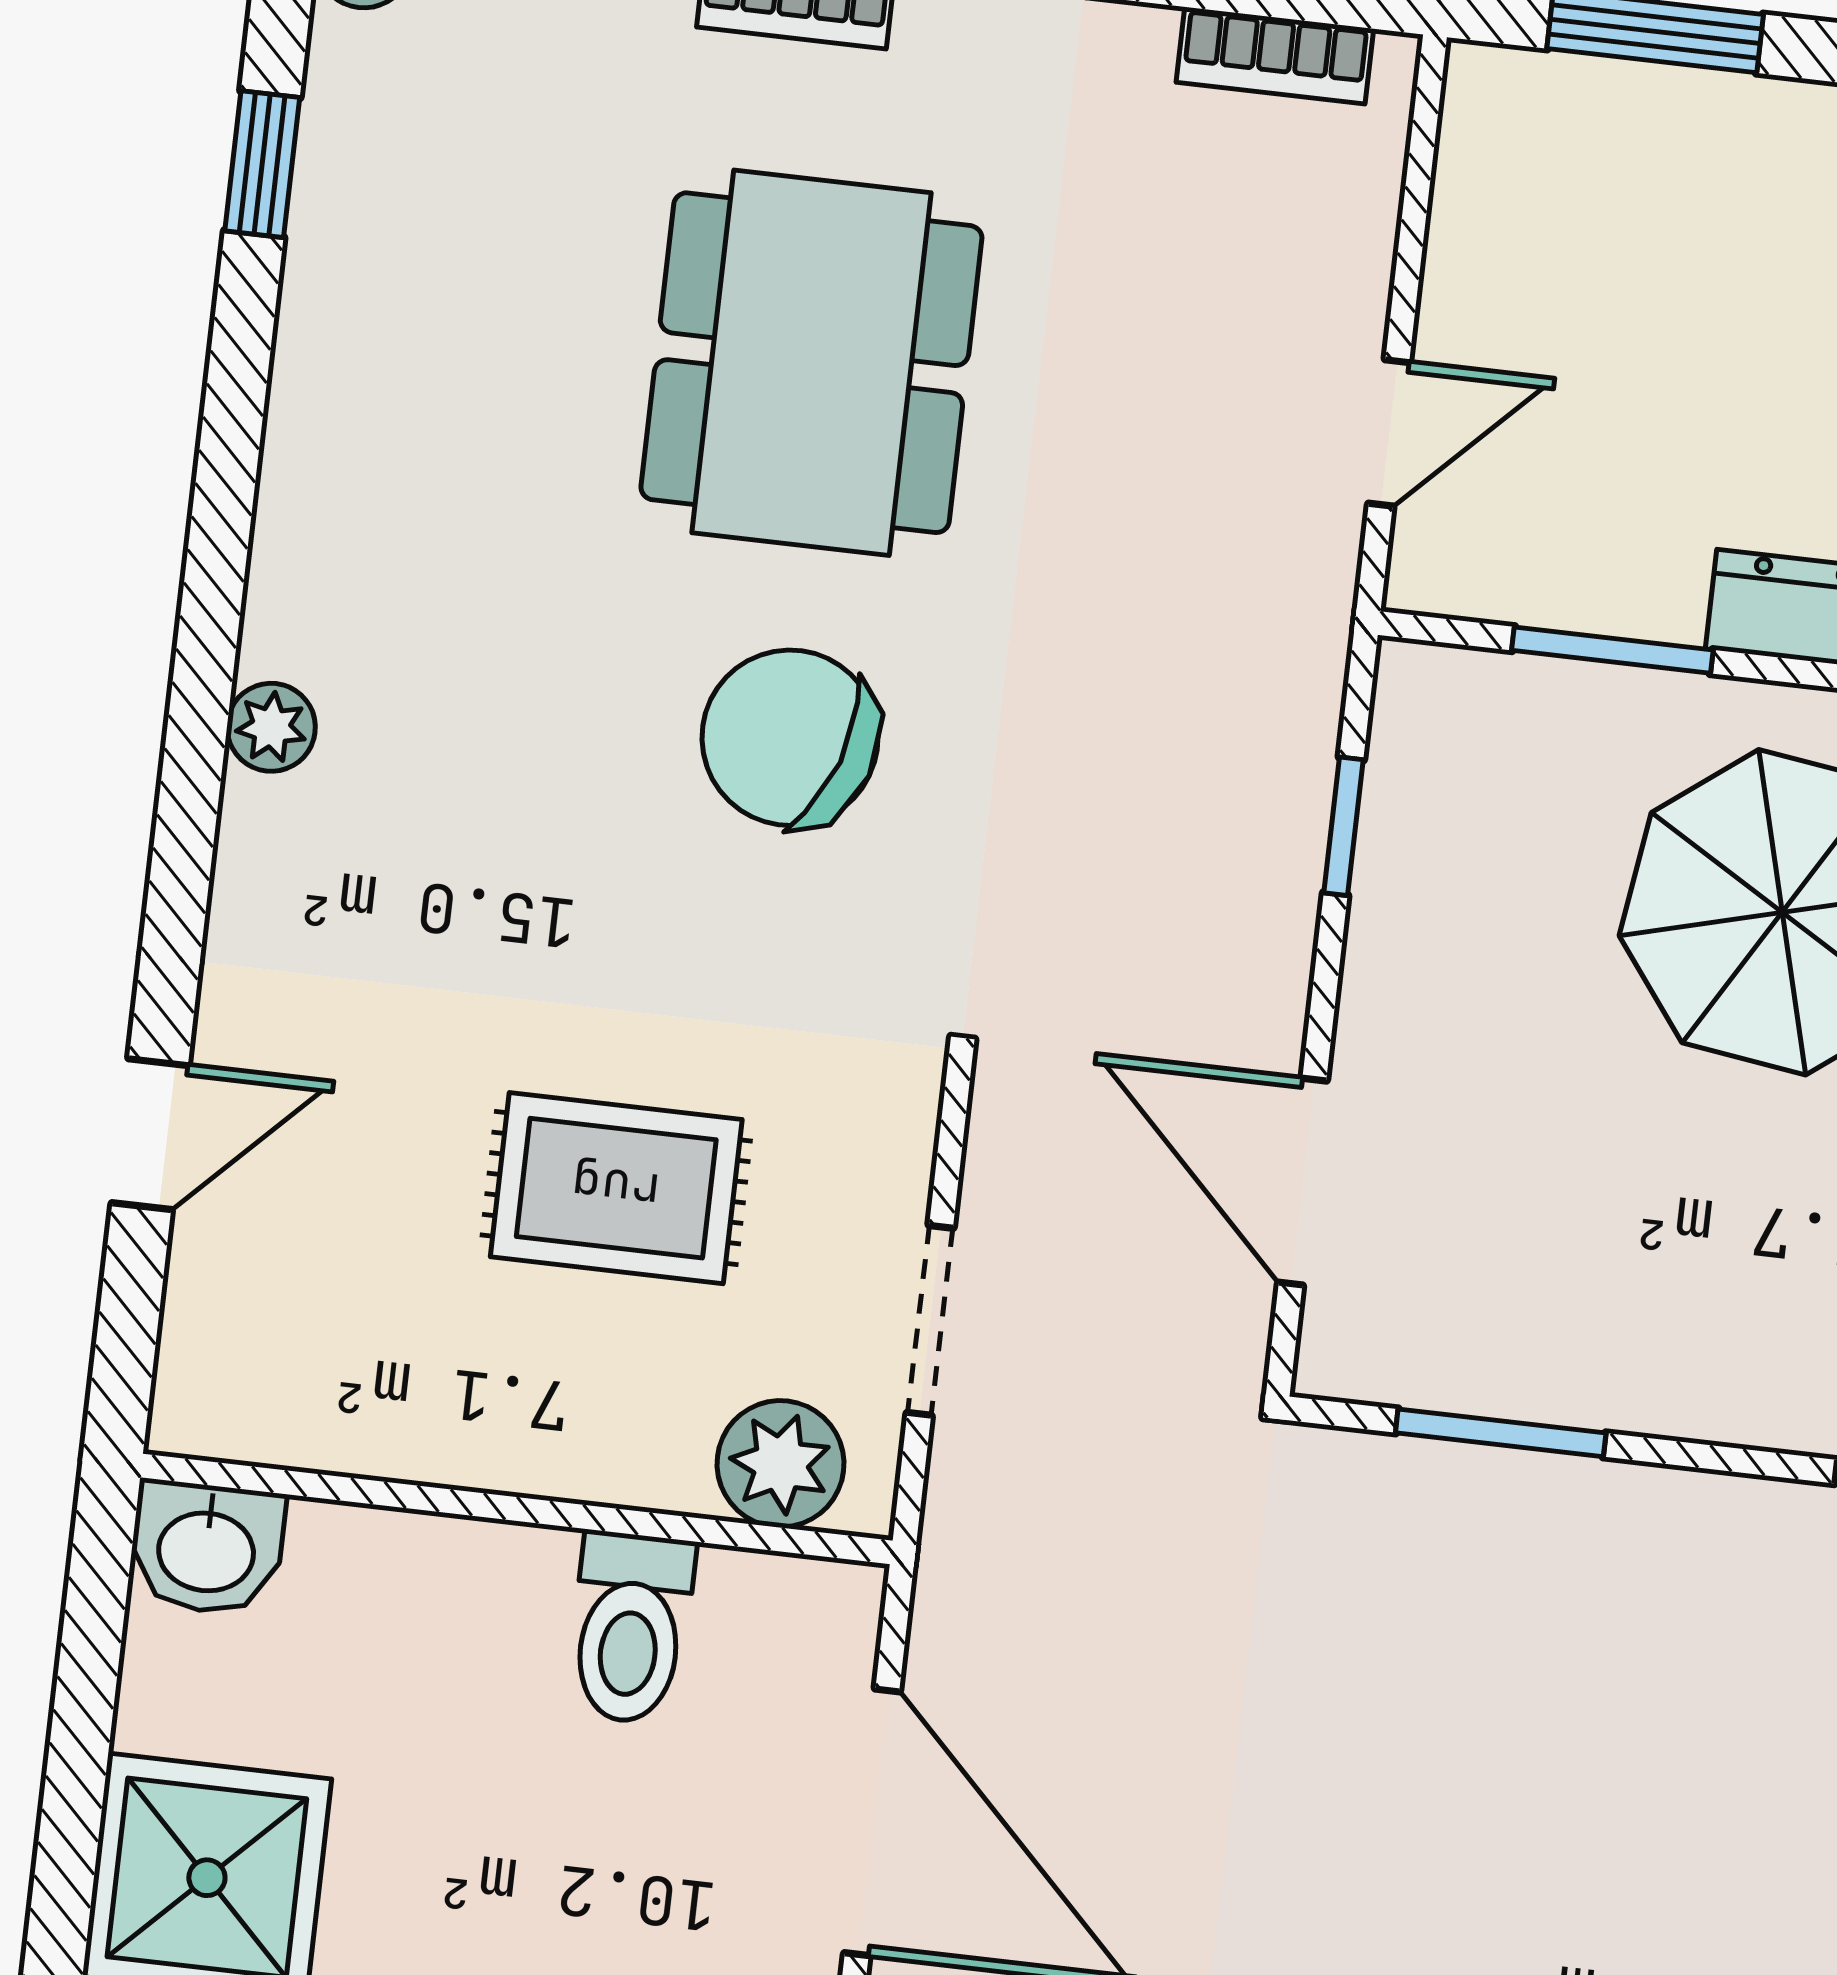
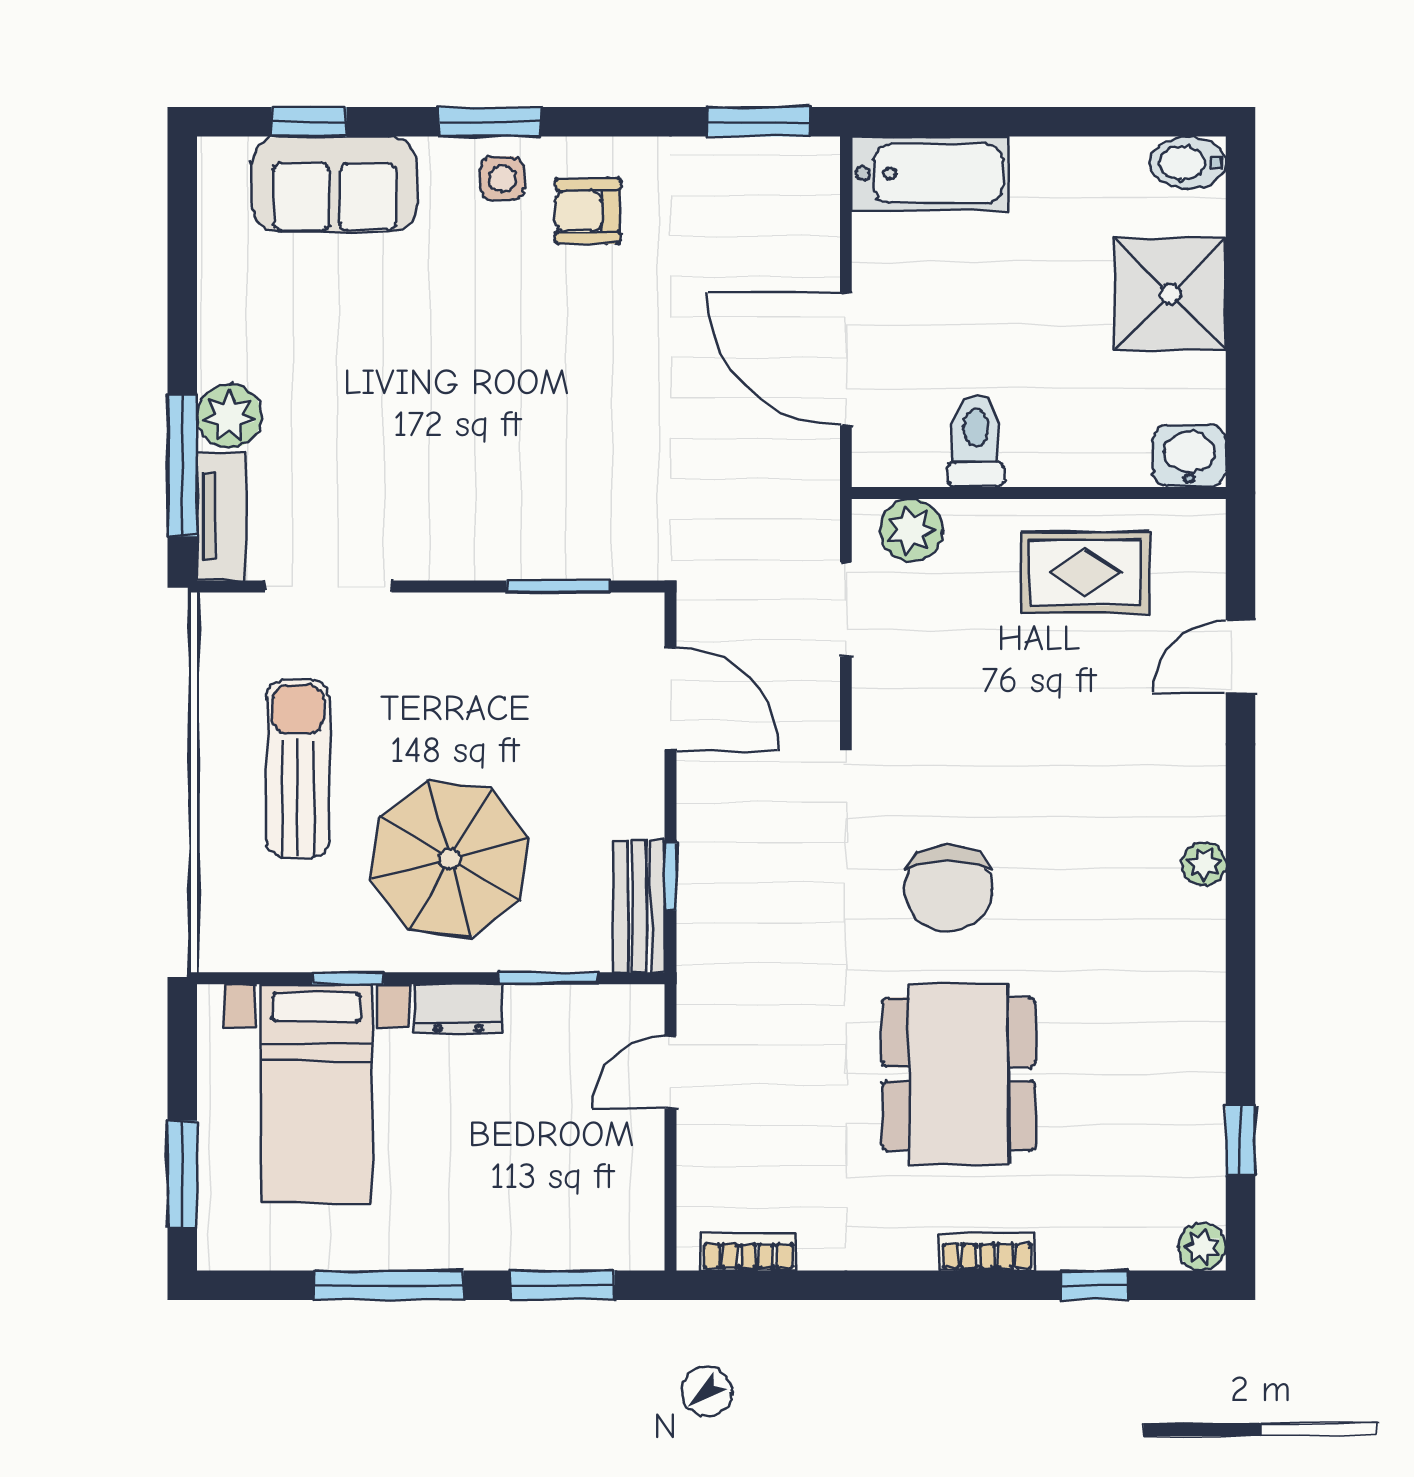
chair: (790, 738) -> (948, 888), turned 71
bench: (1413, 774) -> (639, 906), added
rug: (616, 1188) -> (1085, 573), moved

